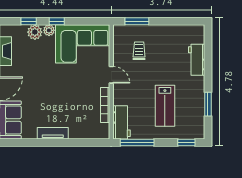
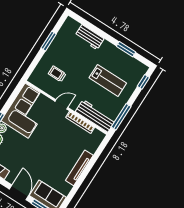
window: (137, 21) -> (49, 41), moved
workbench: (121, 122) -> (95, 116), width x1.38
tv unit: (53, 133) -> (79, 168), width x1.41

